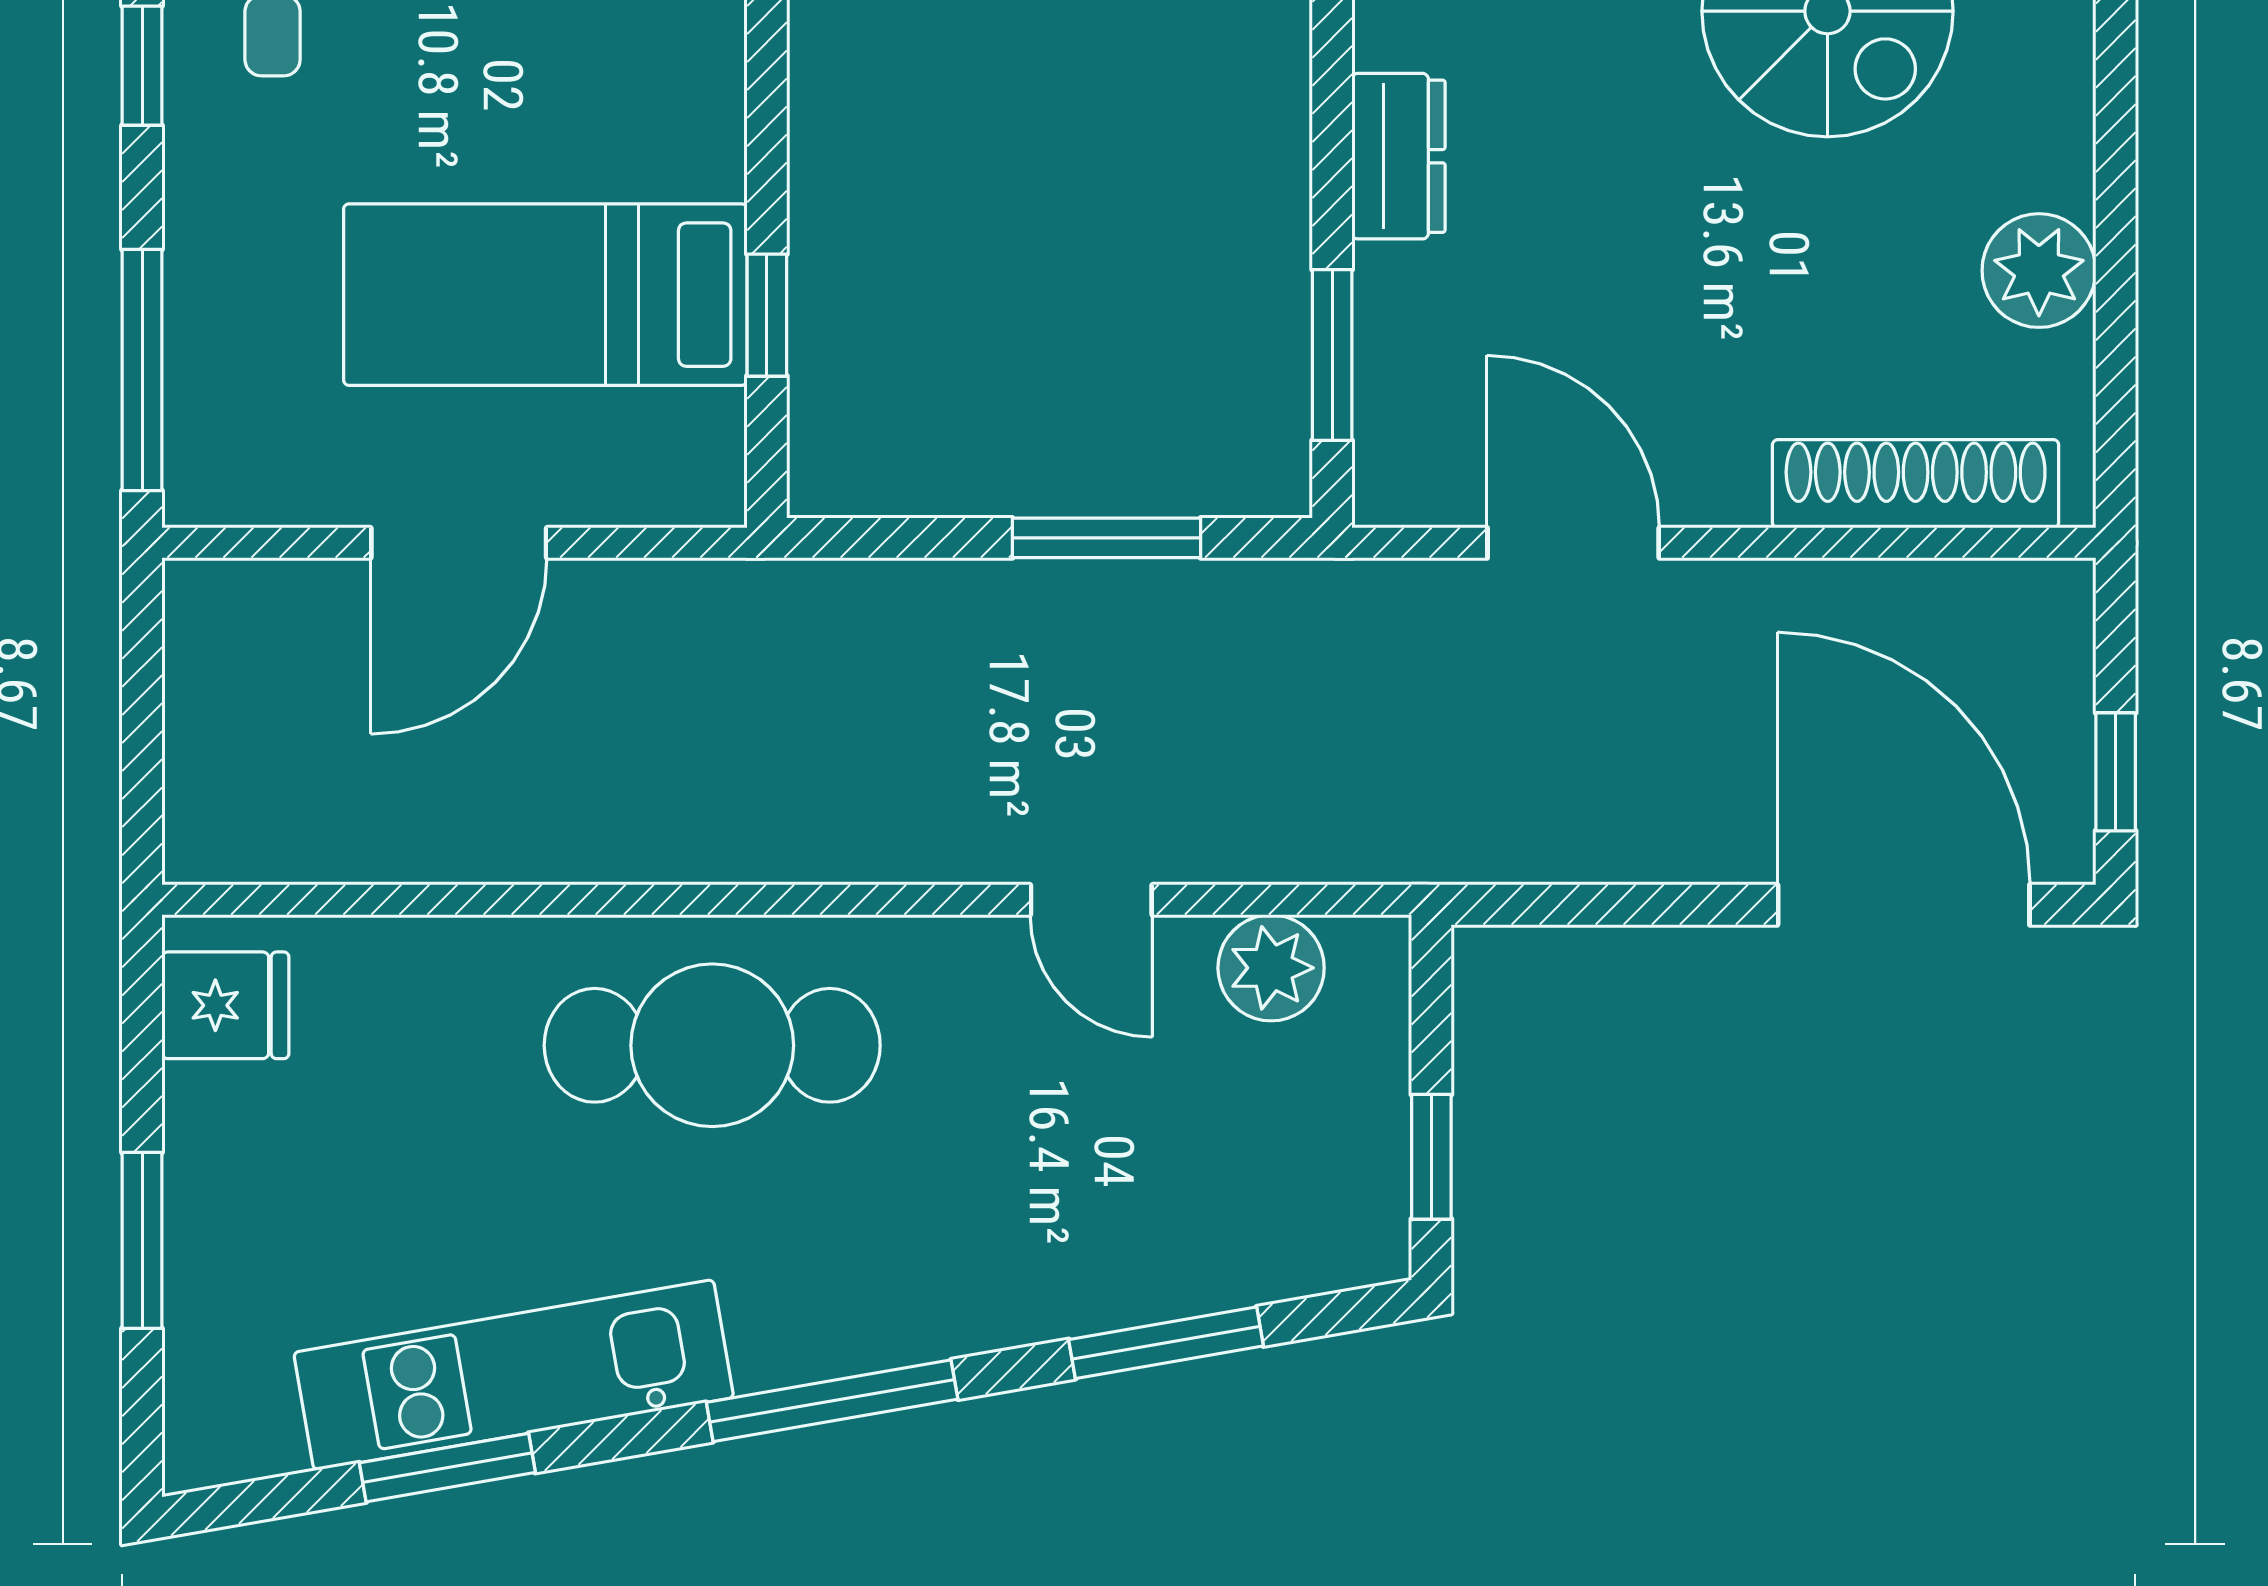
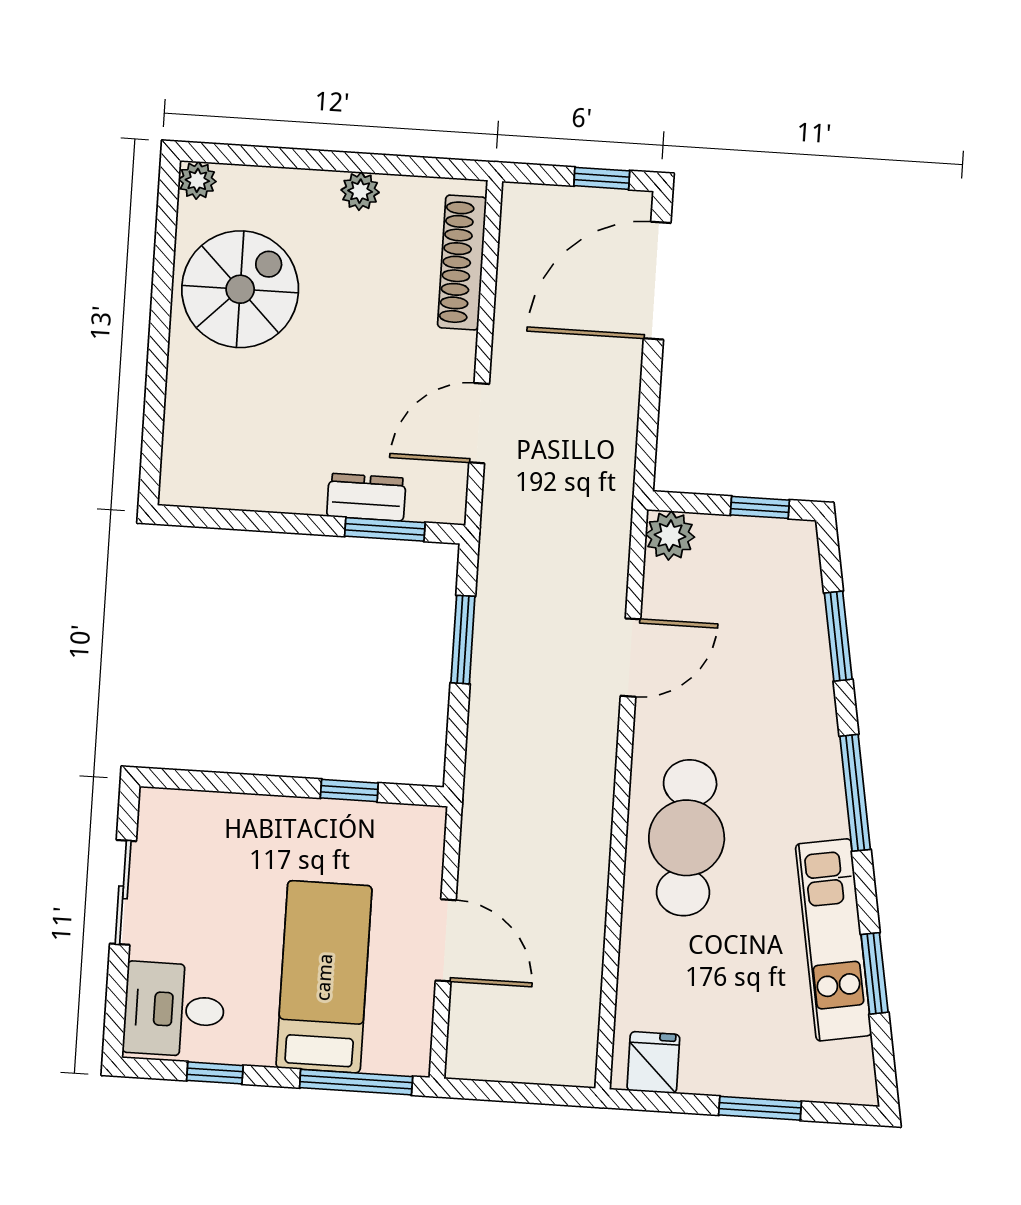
dresser: (1399, 156) -> (366, 497), moved
plant: (2039, 271) -> (360, 191), width x0.73, depth x0.73
bed: (545, 295) -> (324, 977), moved, turned 180
door: (1091, 900) -> (630, 658), width x1.38
plant: (1271, 968) -> (670, 536), moved

